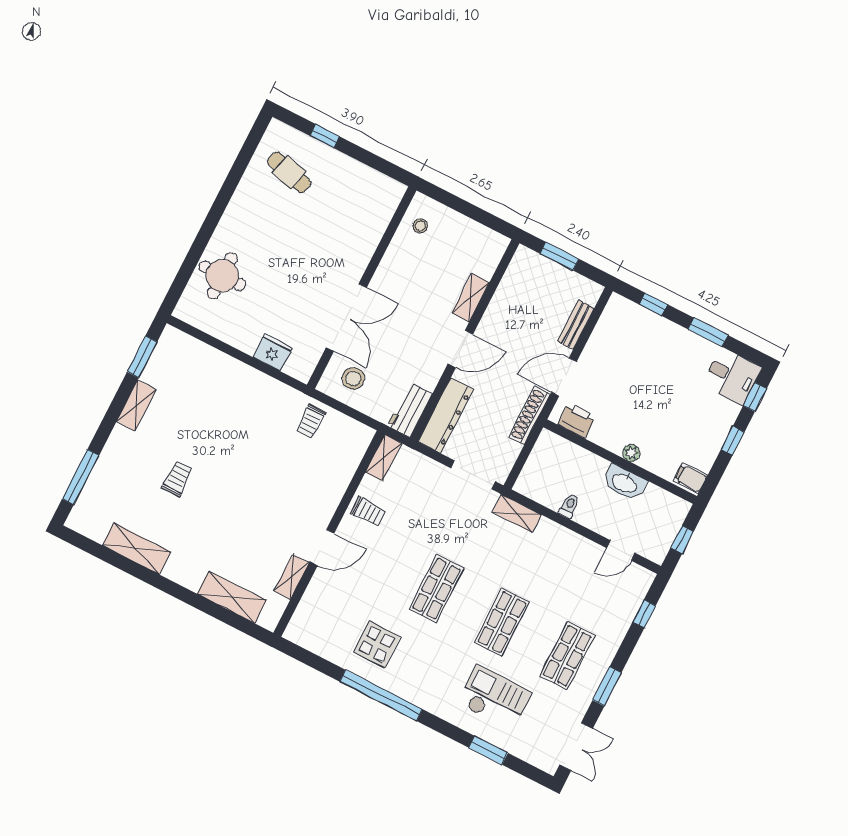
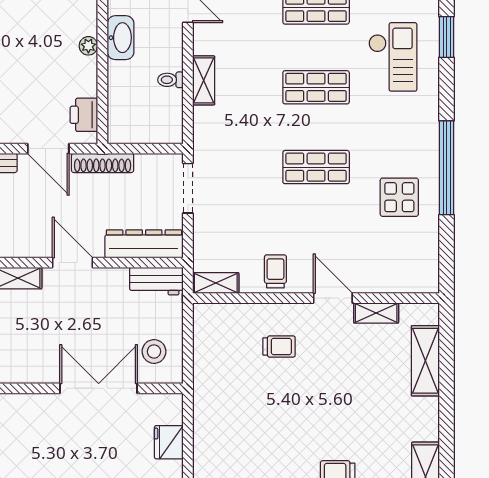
trolley: (311, 422) -> (279, 346), moved
shelving: (517, 513) -> (204, 80), moved
checkout: (495, 698) -> (393, 57), turned 180

